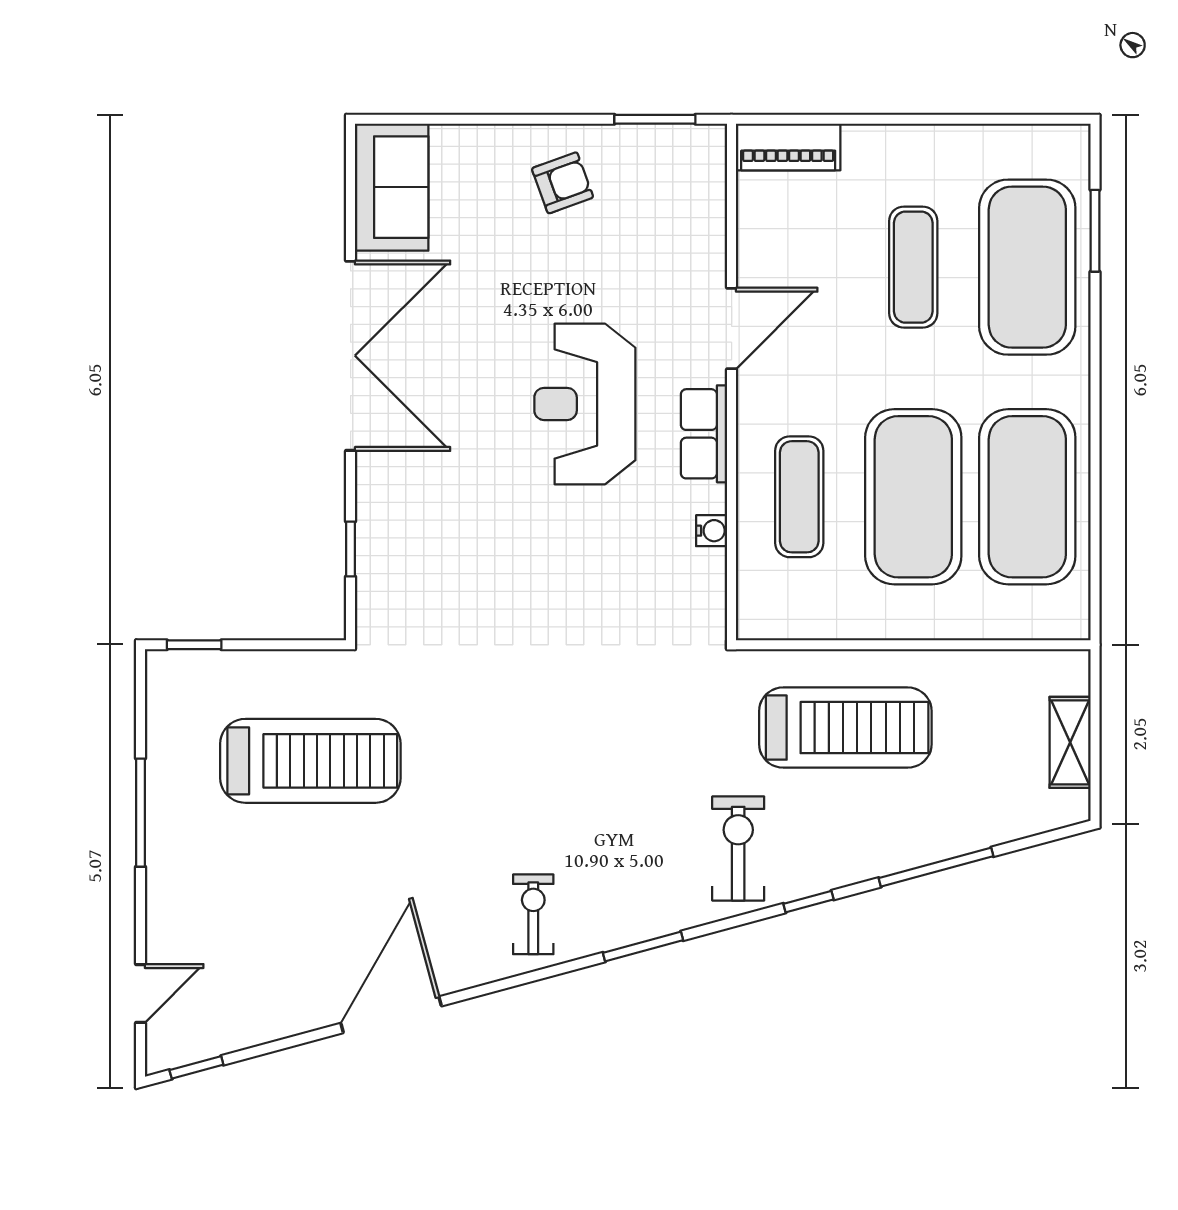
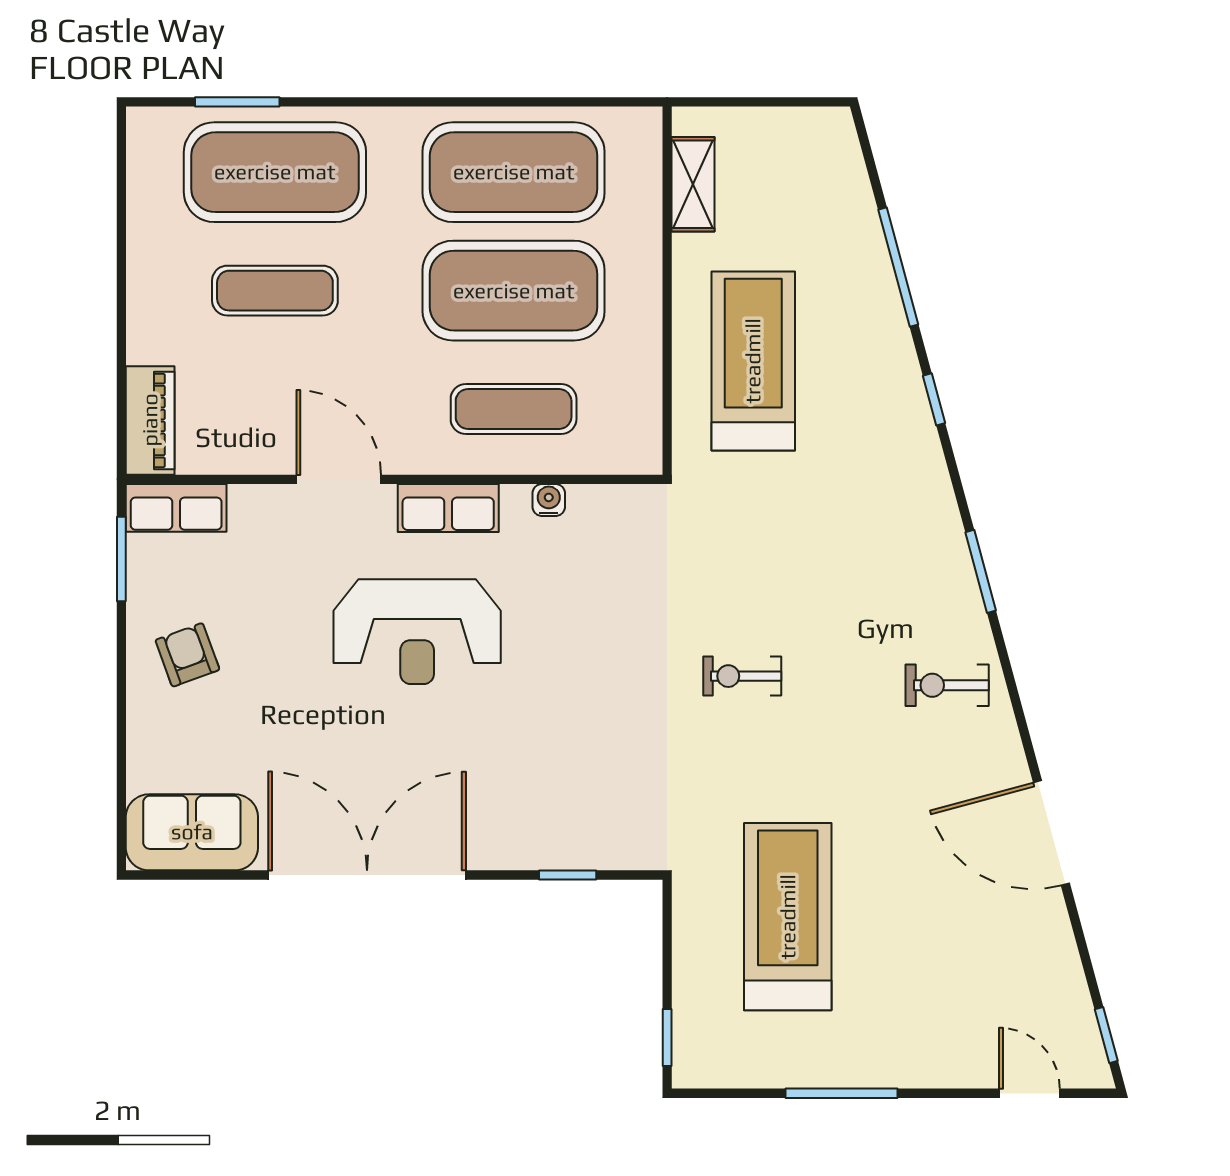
row of seats: (704, 172) -> (176, 508), added
shelving: (1070, 742) -> (693, 184), moved, turned 90
exercise bike: (738, 849) -> (742, 676), moved, width x0.73, depth x0.72

